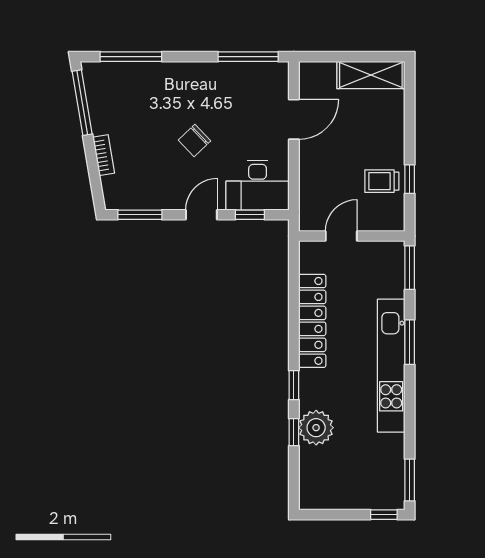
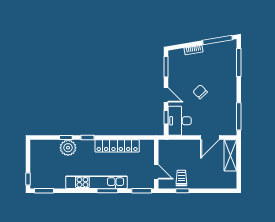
shelving: (371, 75) -> (230, 155), moved
door: (294, 119) -> (210, 138), hinge flipped
door: (341, 236) -> (156, 172), moved

